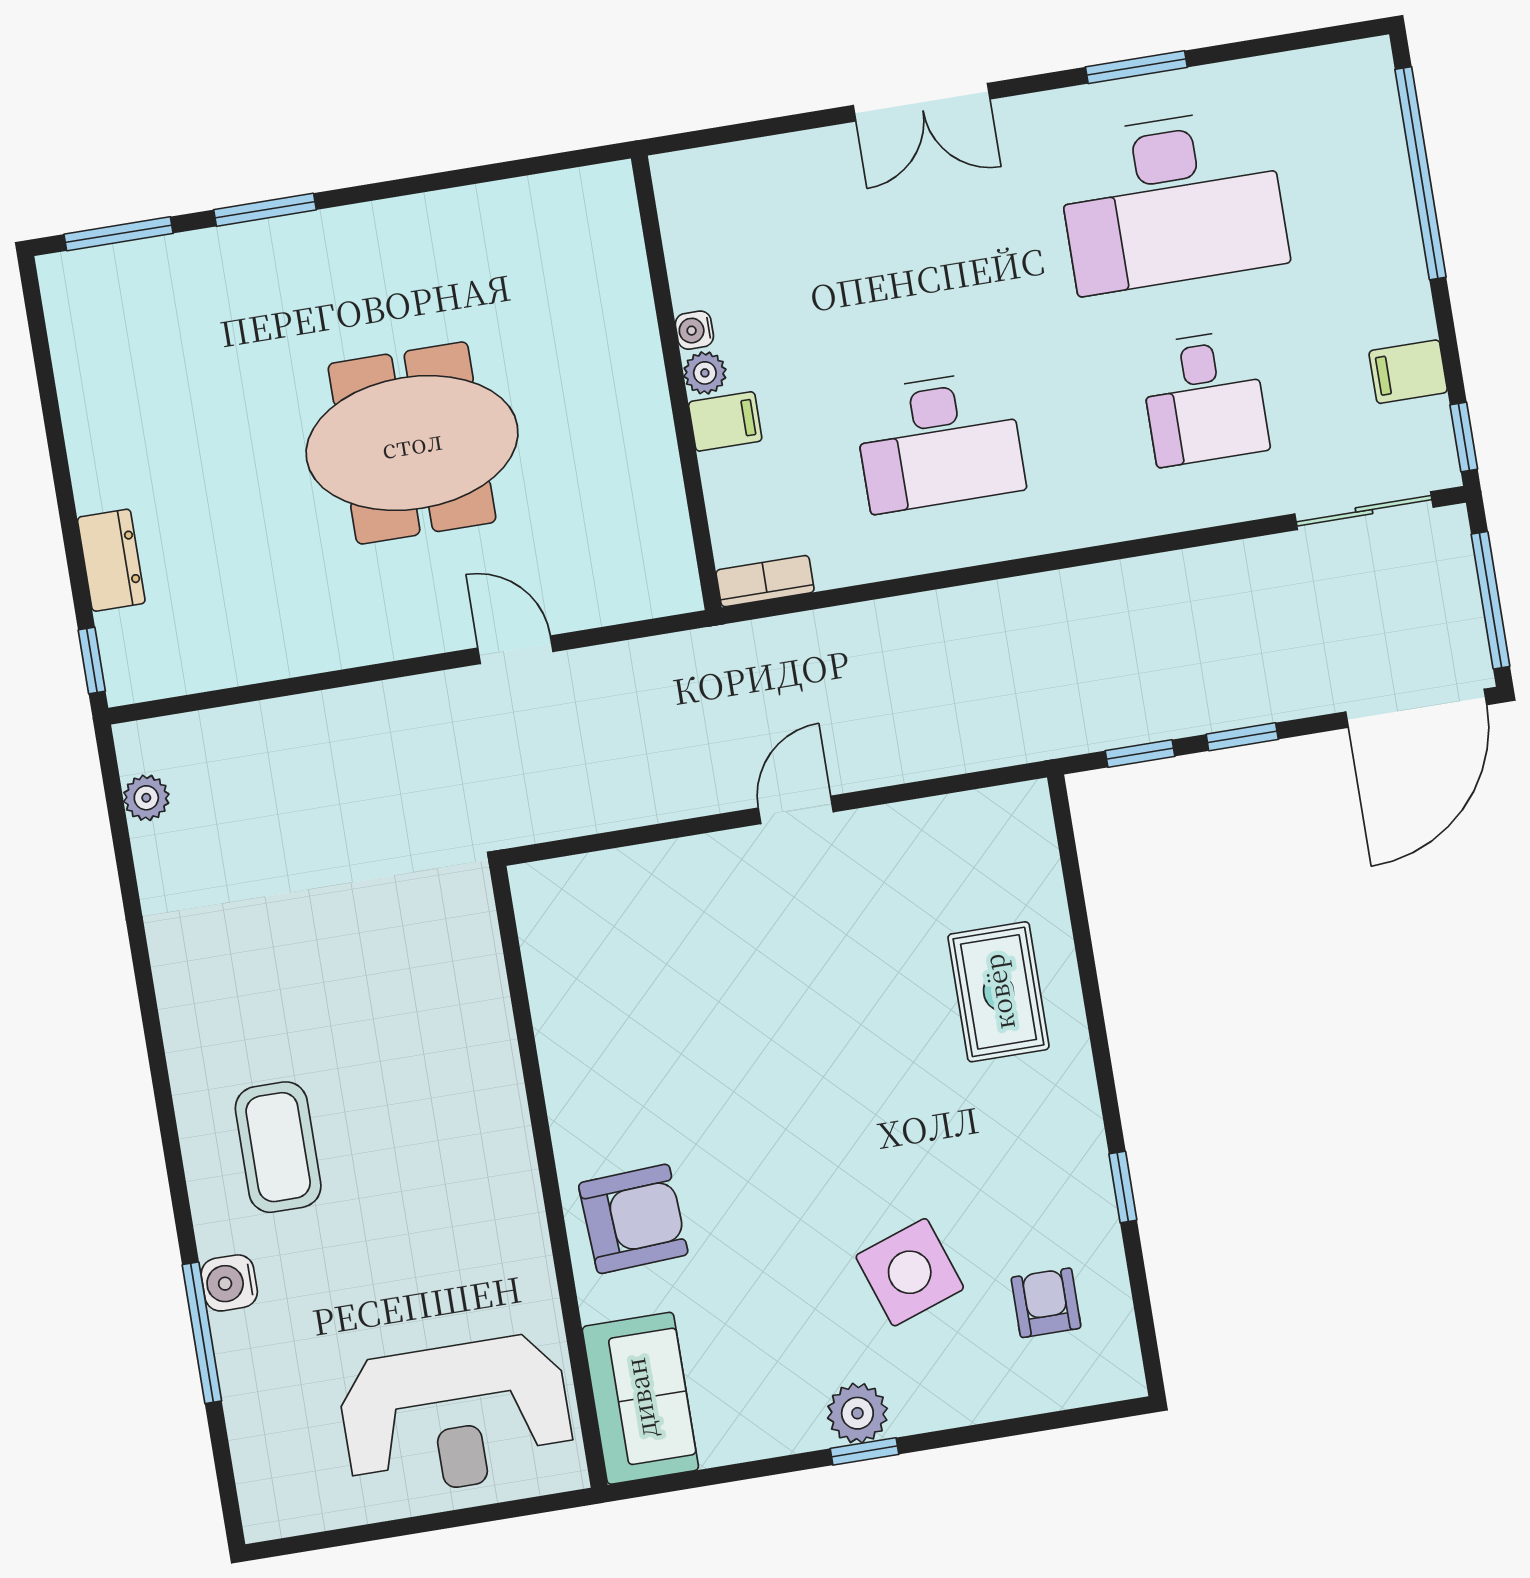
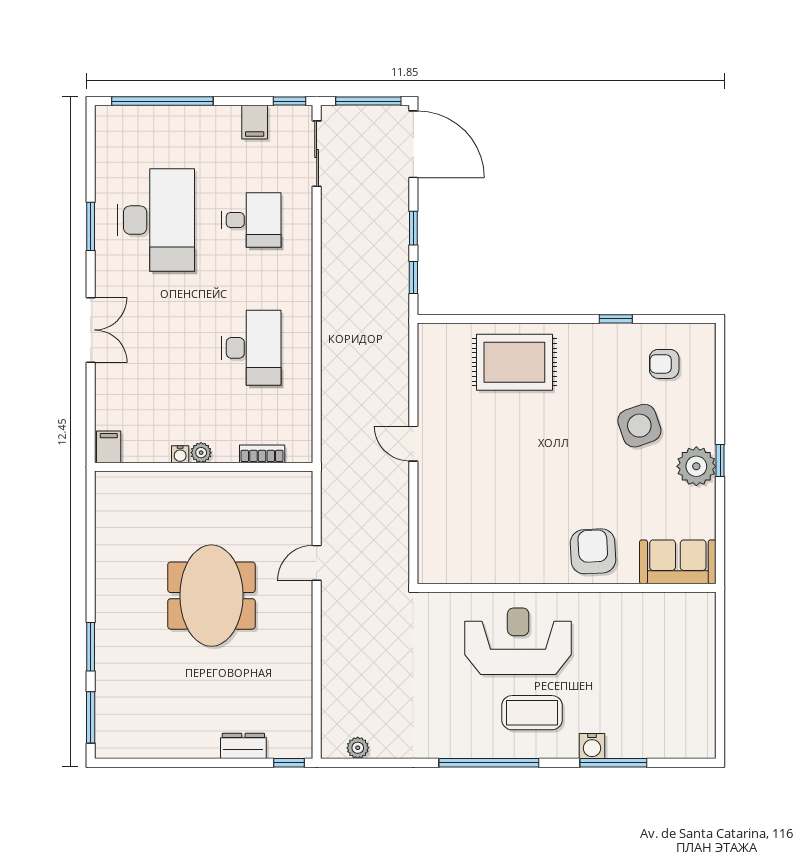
filing cabinet: (725, 421) -> (109, 447), moved
bookcase: (765, 581) -> (262, 454), moved, turned 90
rug: (998, 992) -> (514, 362), width x1.36, depth x1.43
window: (160, 1075) -> (489, 763), added
plant: (857, 1413) -> (696, 466), width x1.36, depth x1.36
reception desk: (456, 1416) -> (518, 641), moved, turned -90

